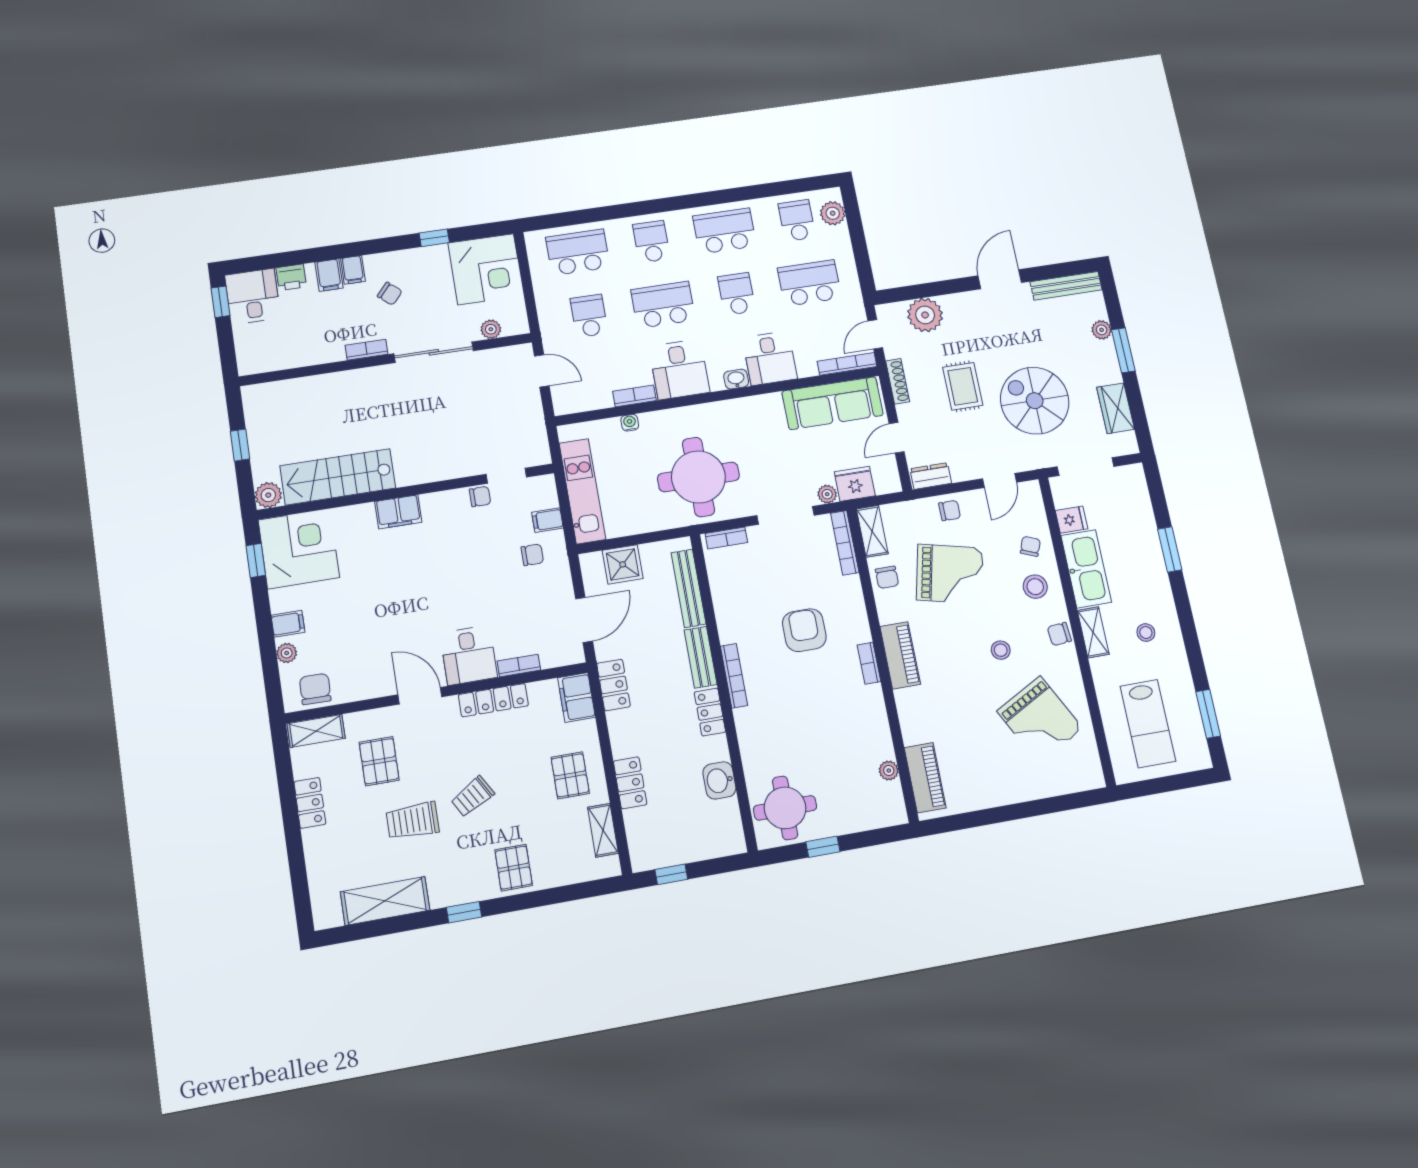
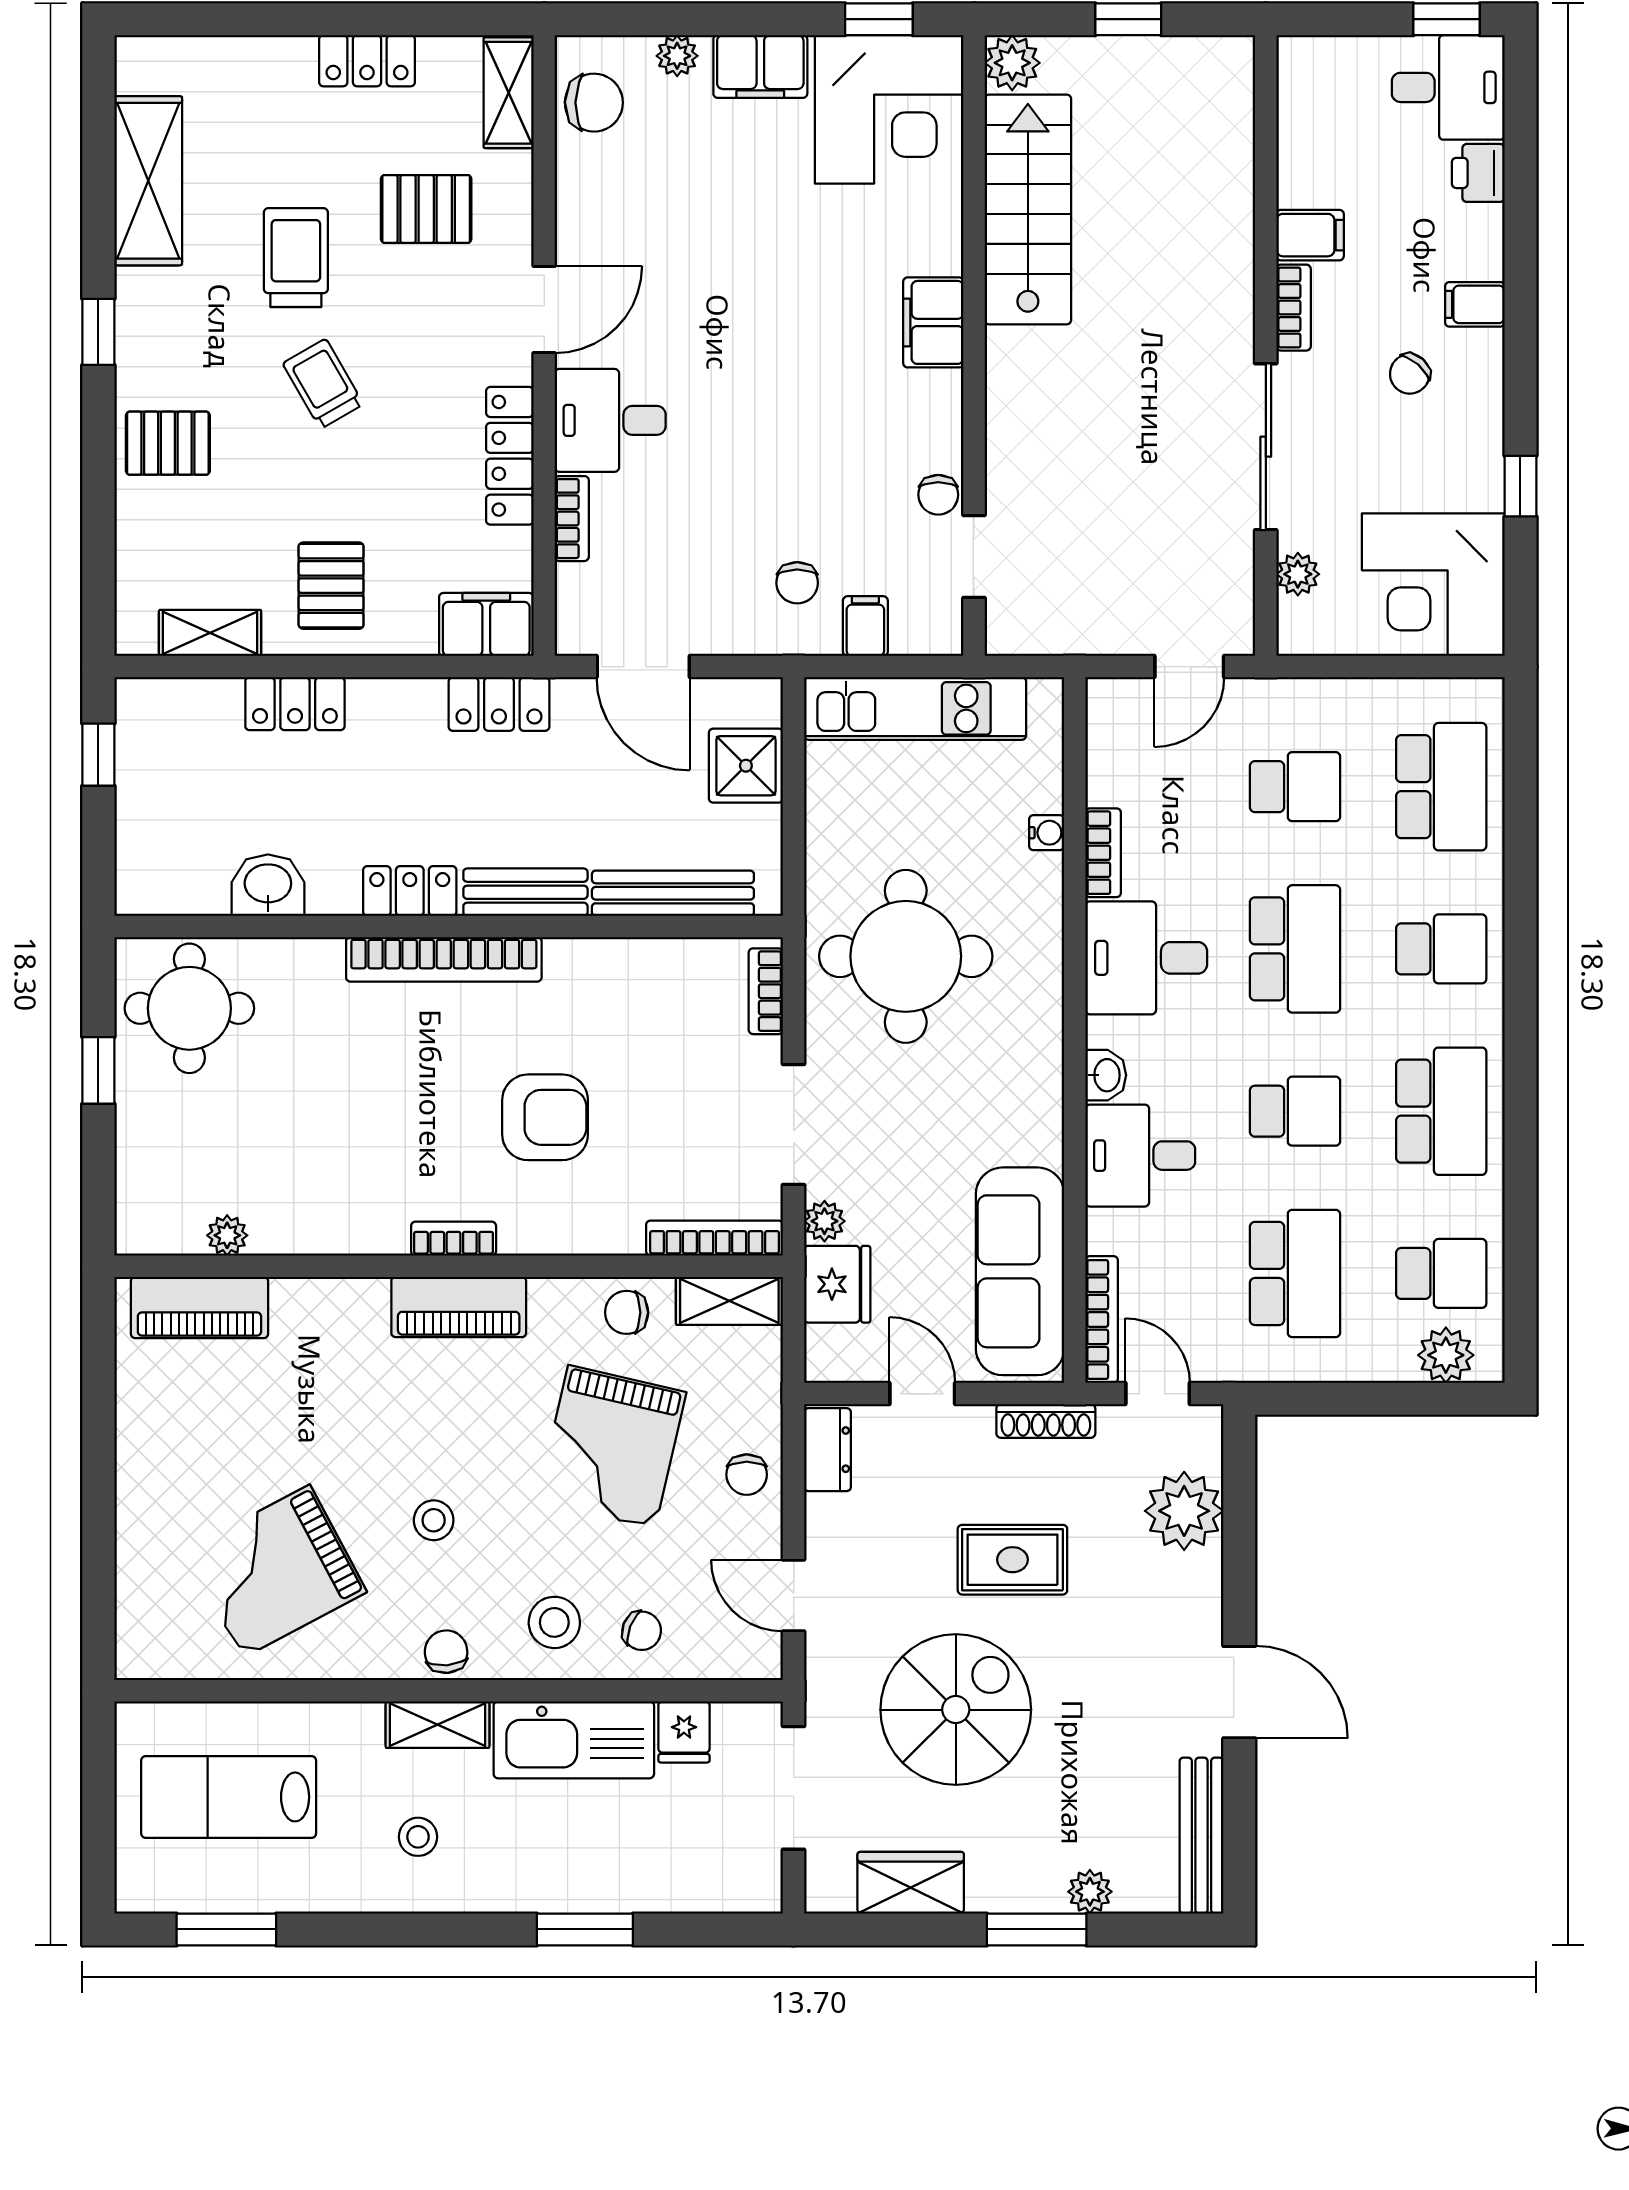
filing cabinet: (329, 275) -> (1310, 235), moved, turned 180
filing cabinet: (288, 624) -> (760, 66), width x2.00
bookcase: (734, 676) -> (444, 959), width x1.48, depth x1.31
pallet: (570, 775) -> (331, 586), turned 90

